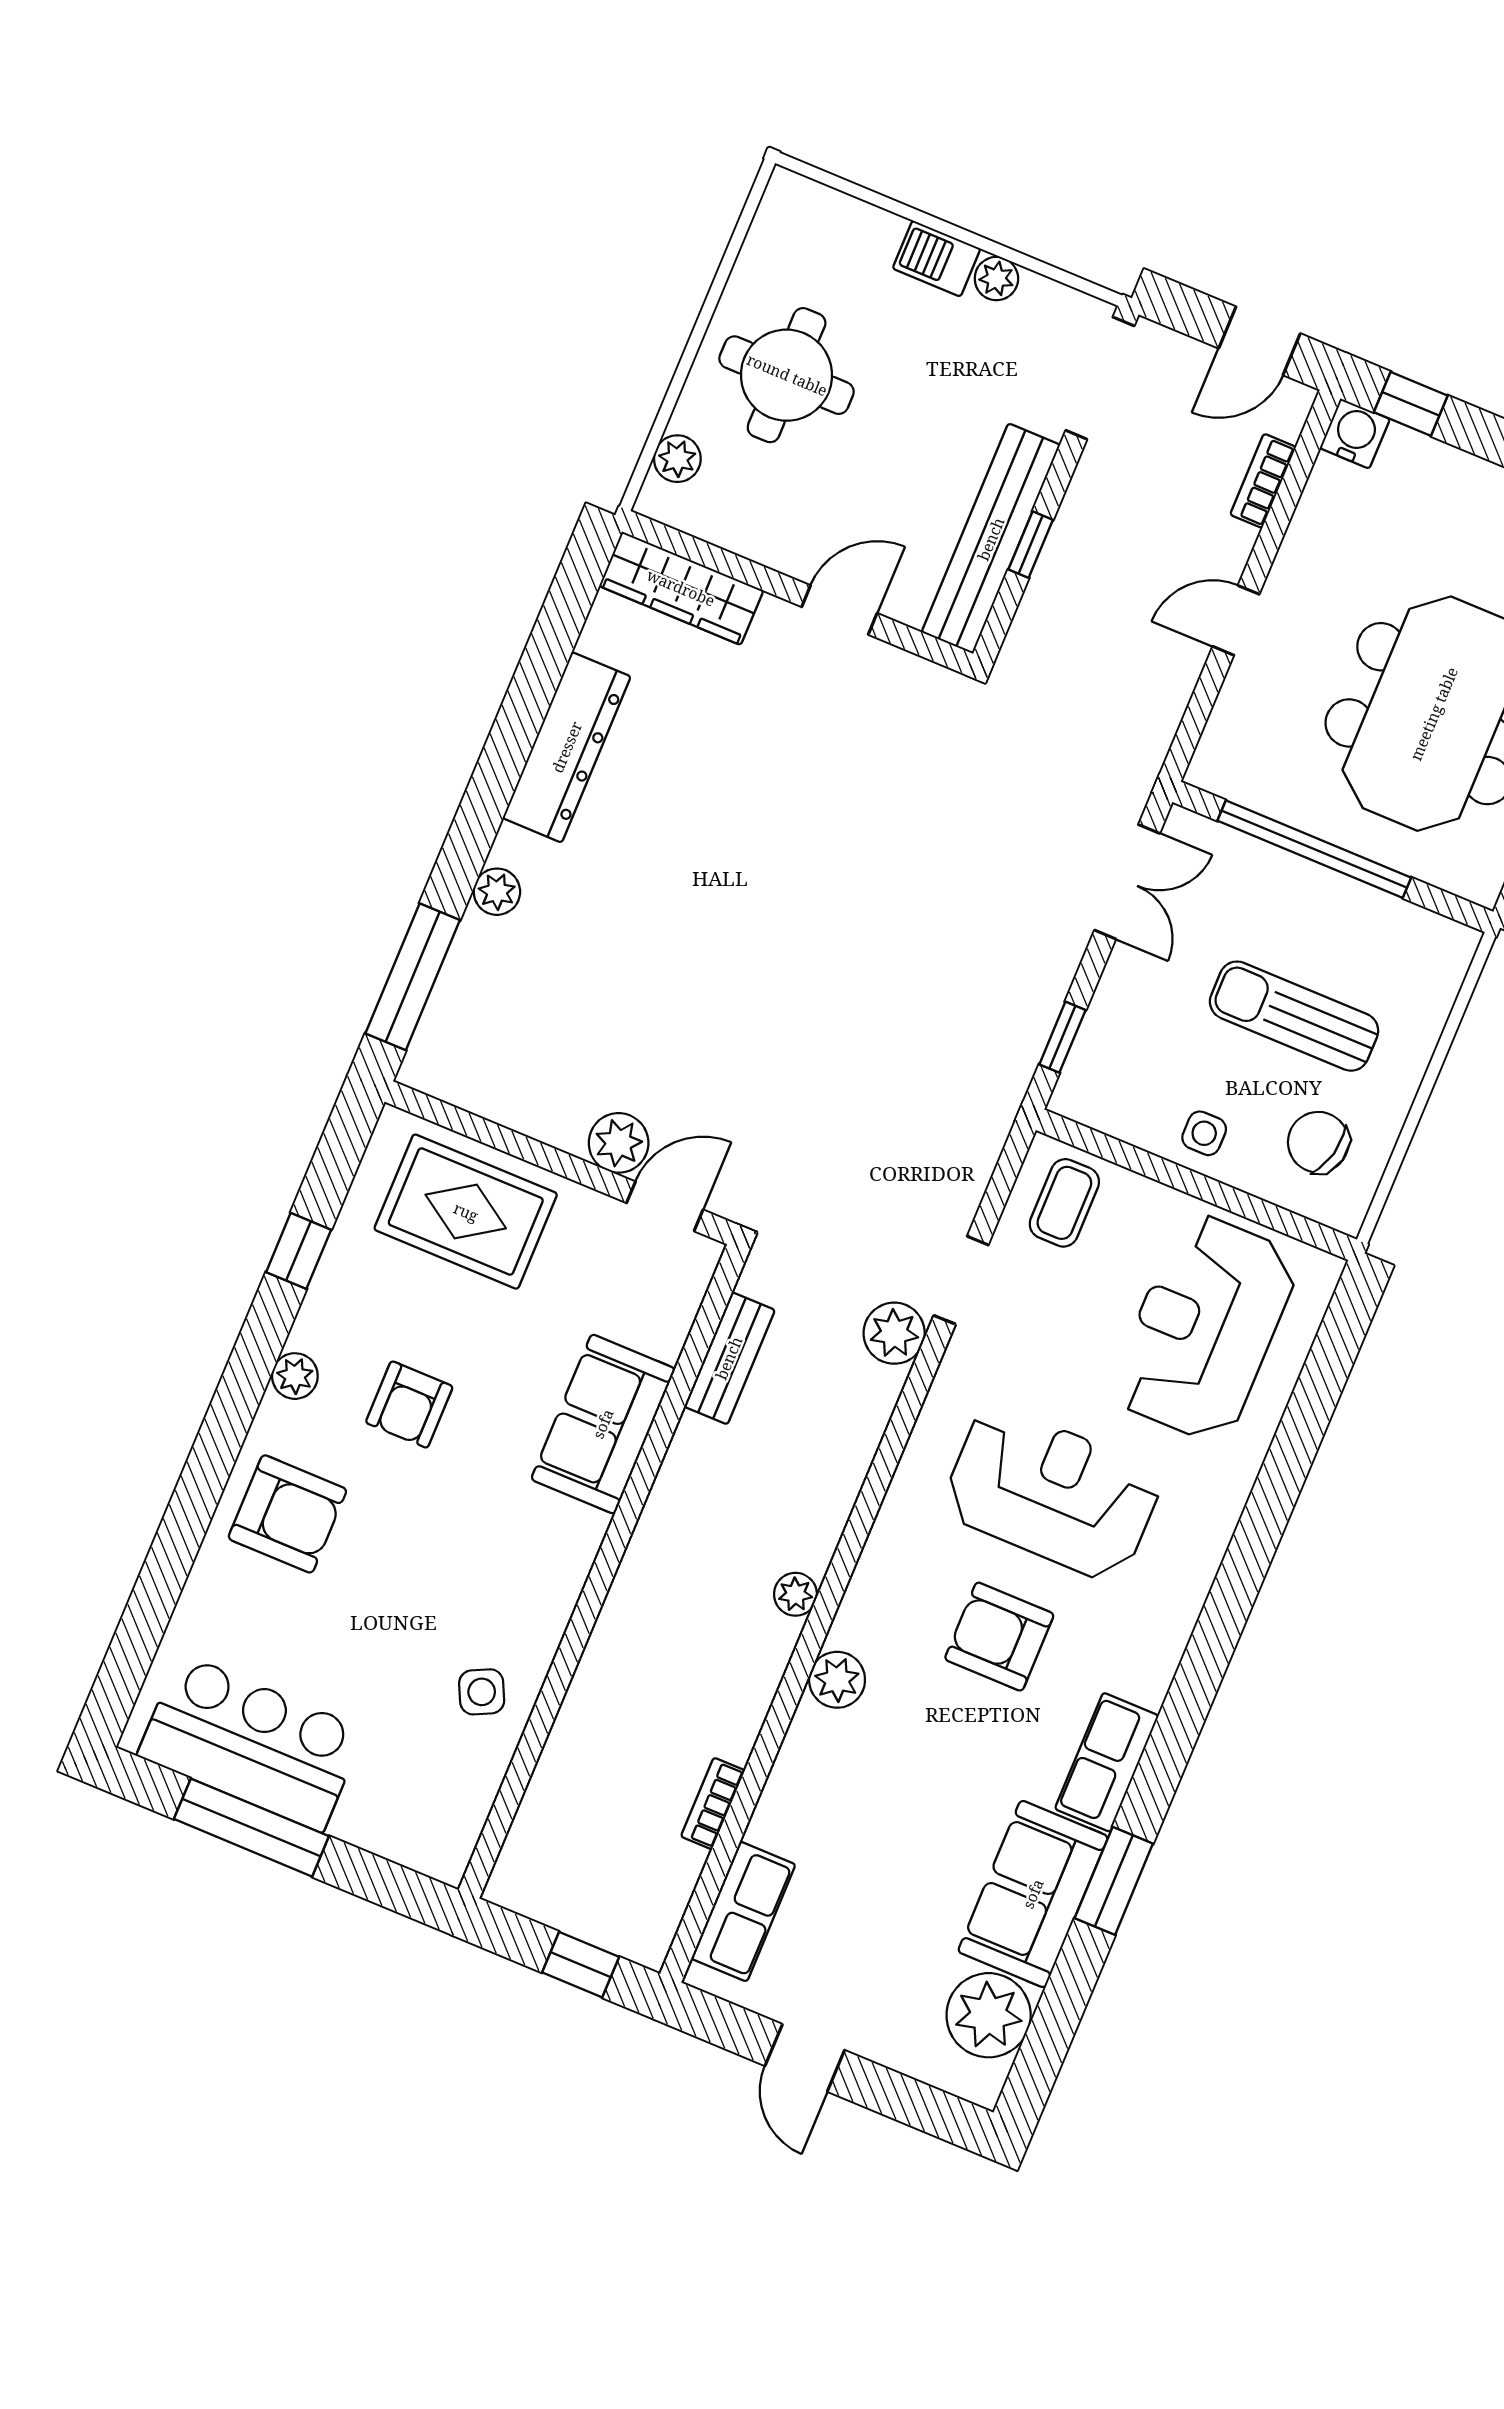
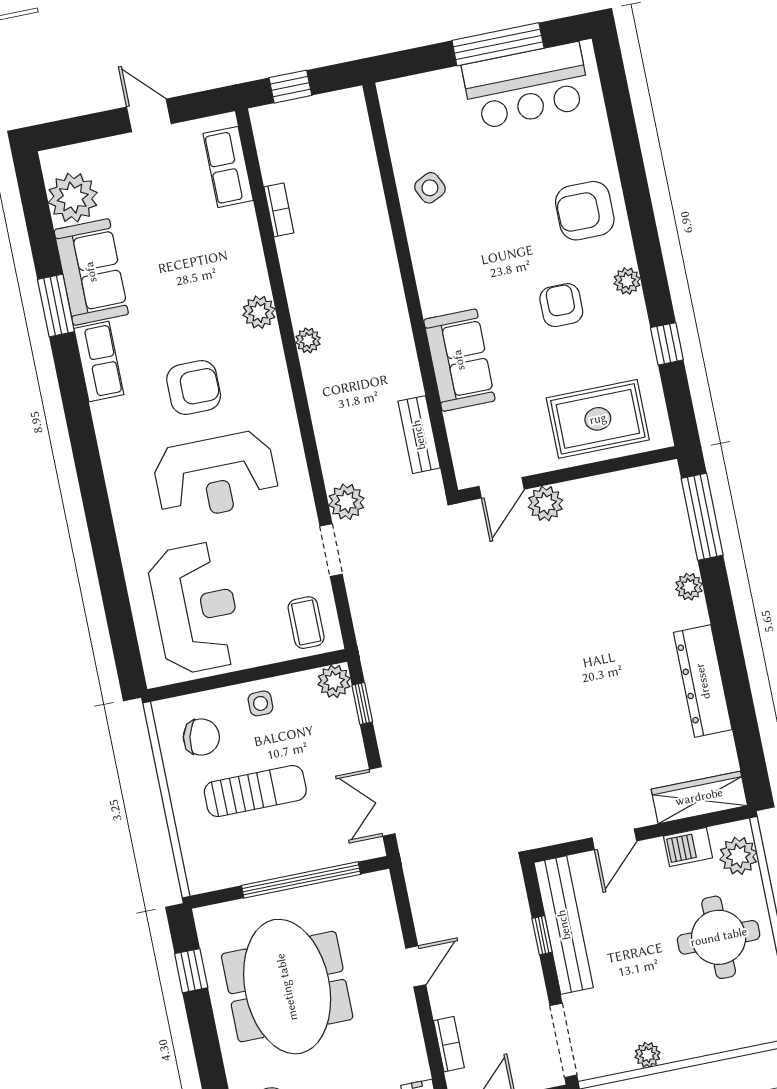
barbecue: (937, 259) -> (688, 847), moved, turned 180
plant: (677, 459) -> (738, 856), width x1.38, depth x1.38
plant: (1081, 1095) -> (334, 681), added

